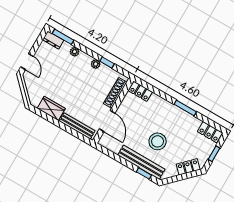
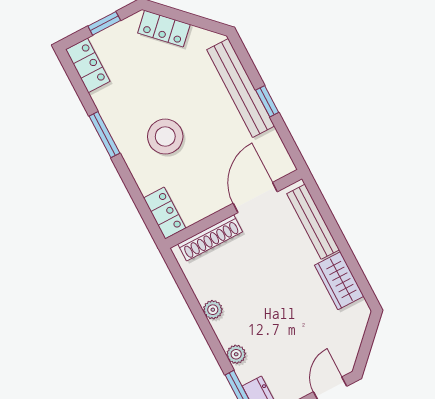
window: (107, 62) -> (191, 300), removed
stool: (158, 141) -> (165, 137), moved
window: (144, 173) -> (267, 101), moved

